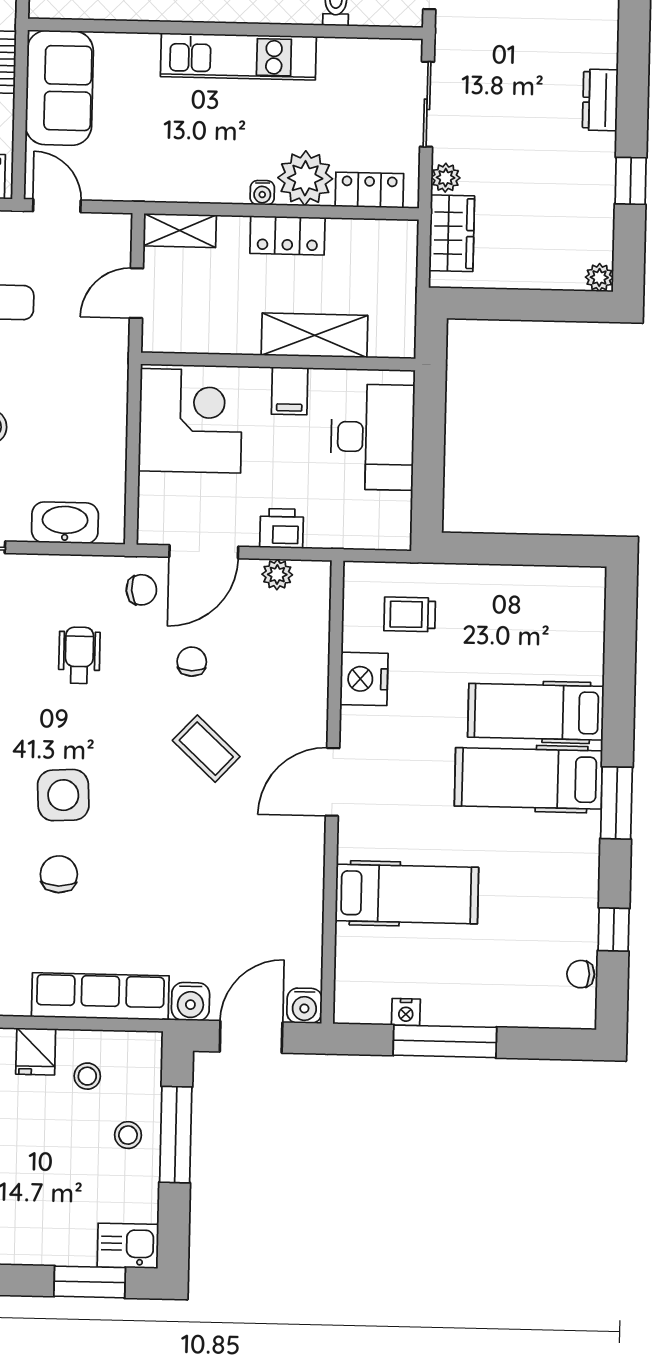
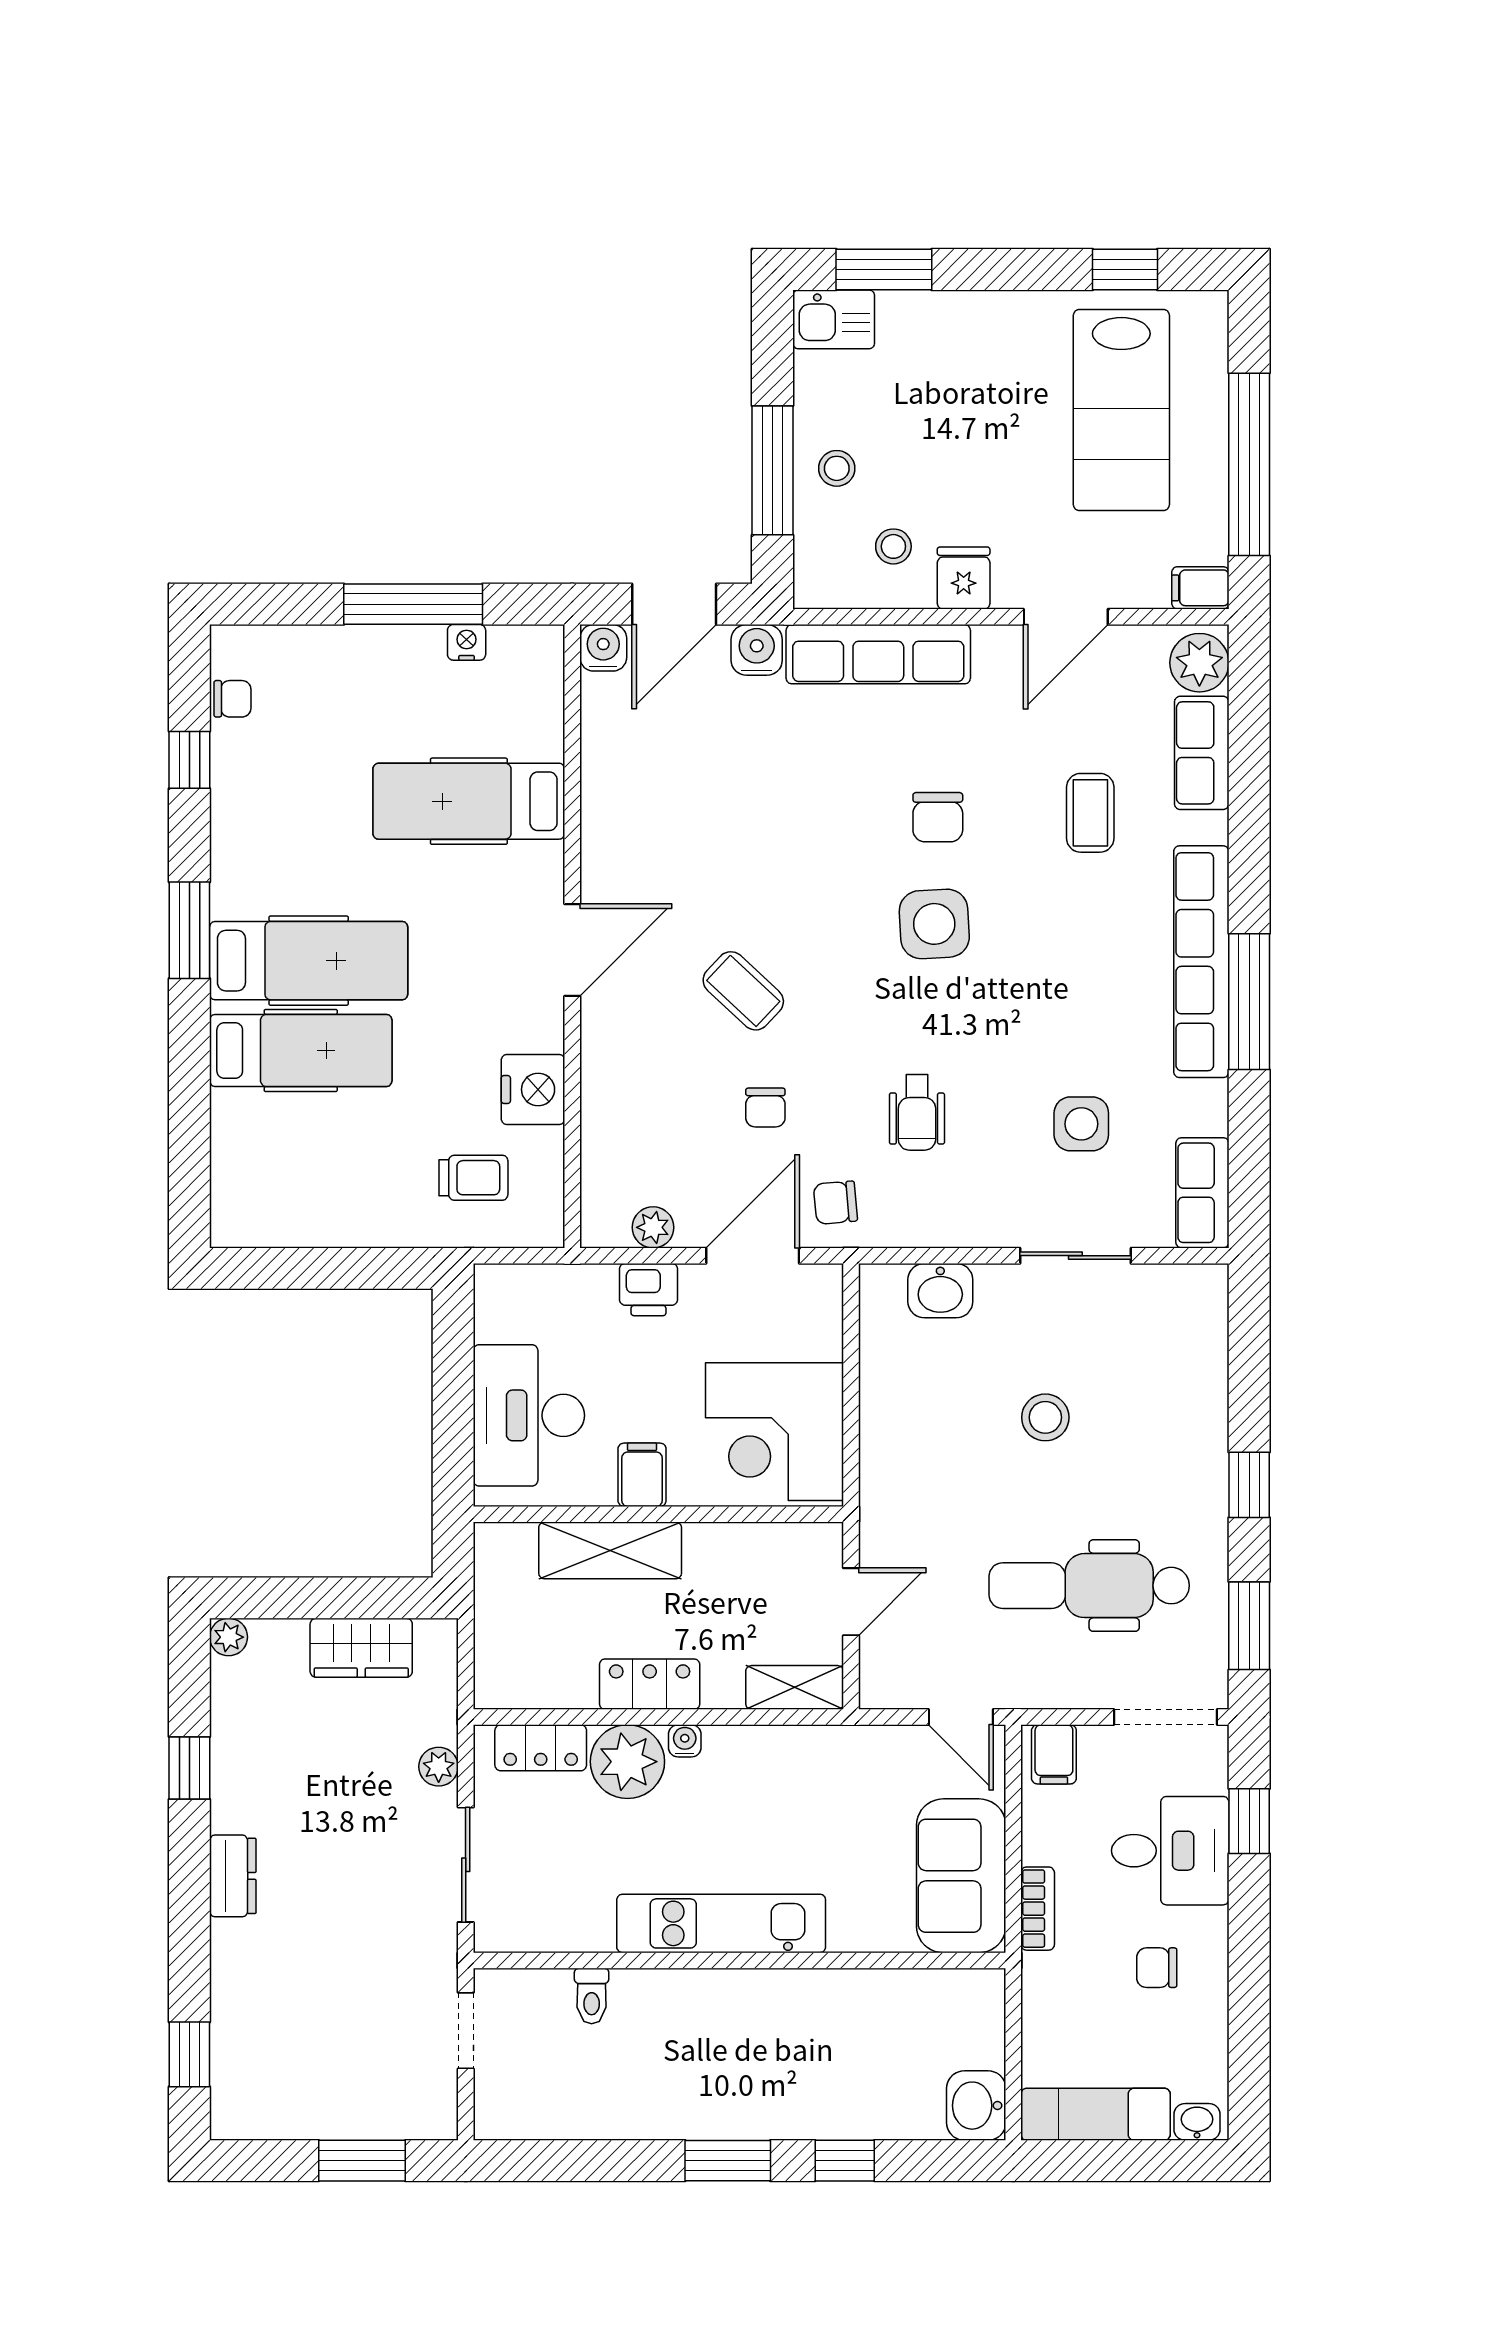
wardrobe: (452, 233) -> (361, 1648), moved, turned -90
washbasin: (65, 523) -> (940, 1291), width x0.72

